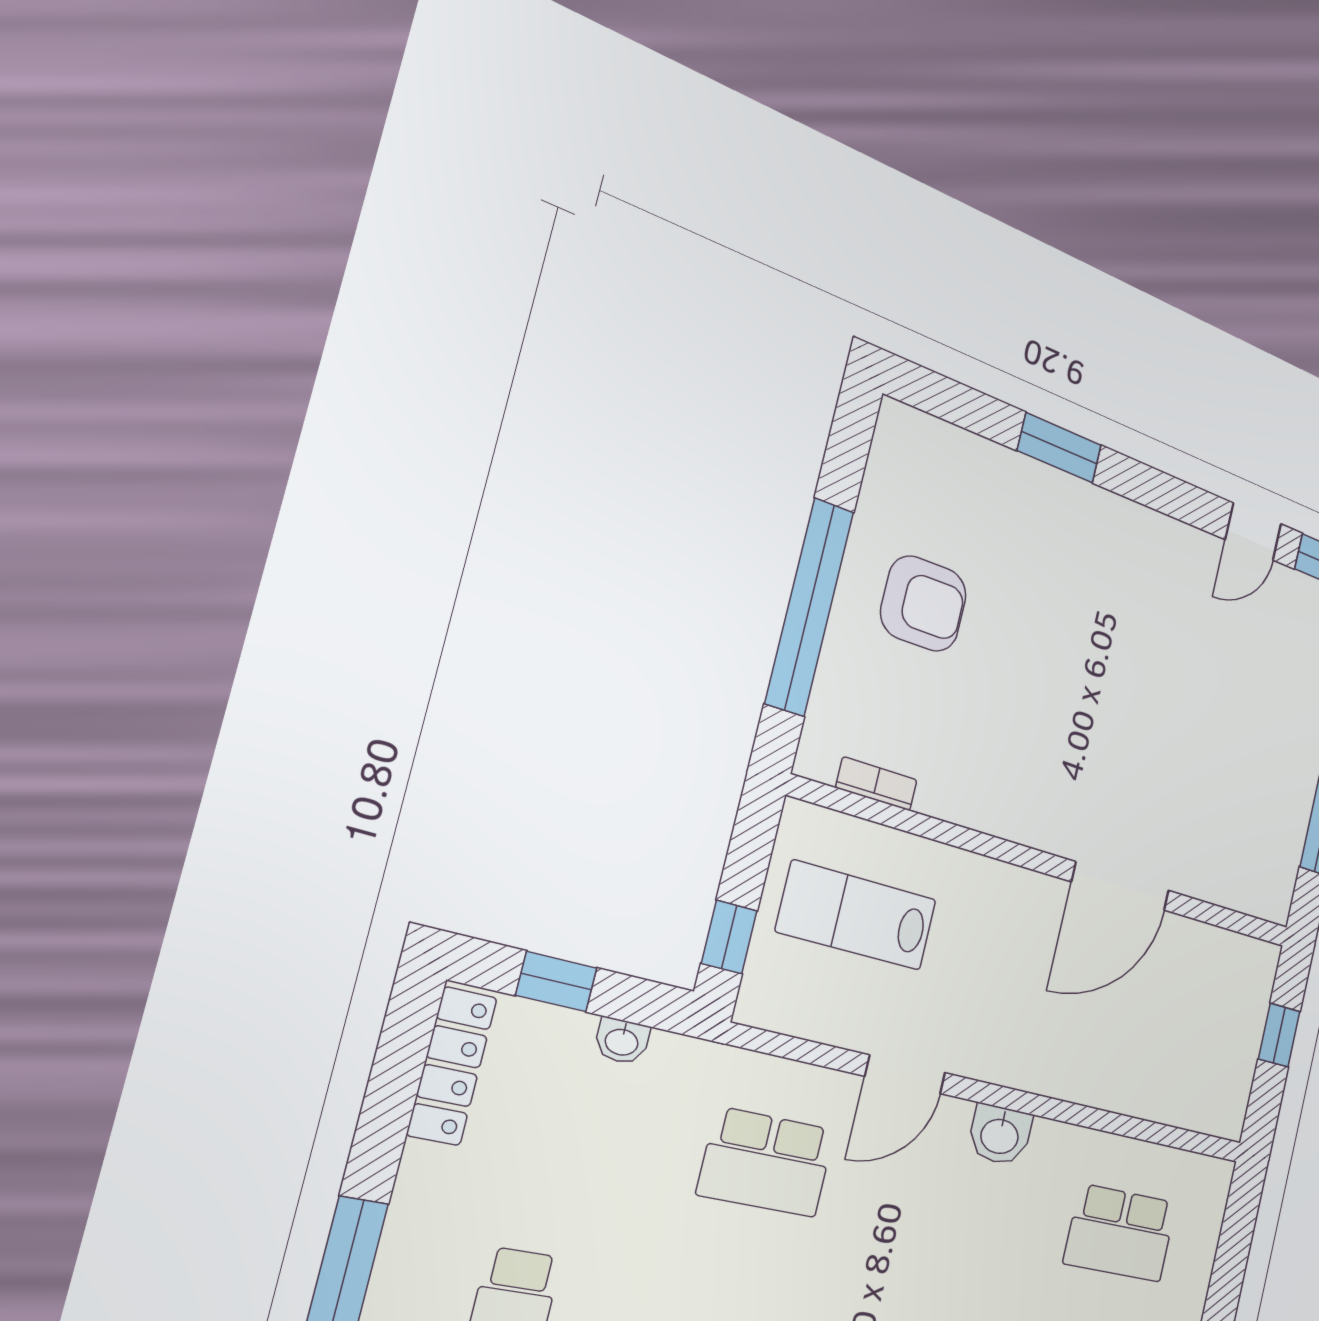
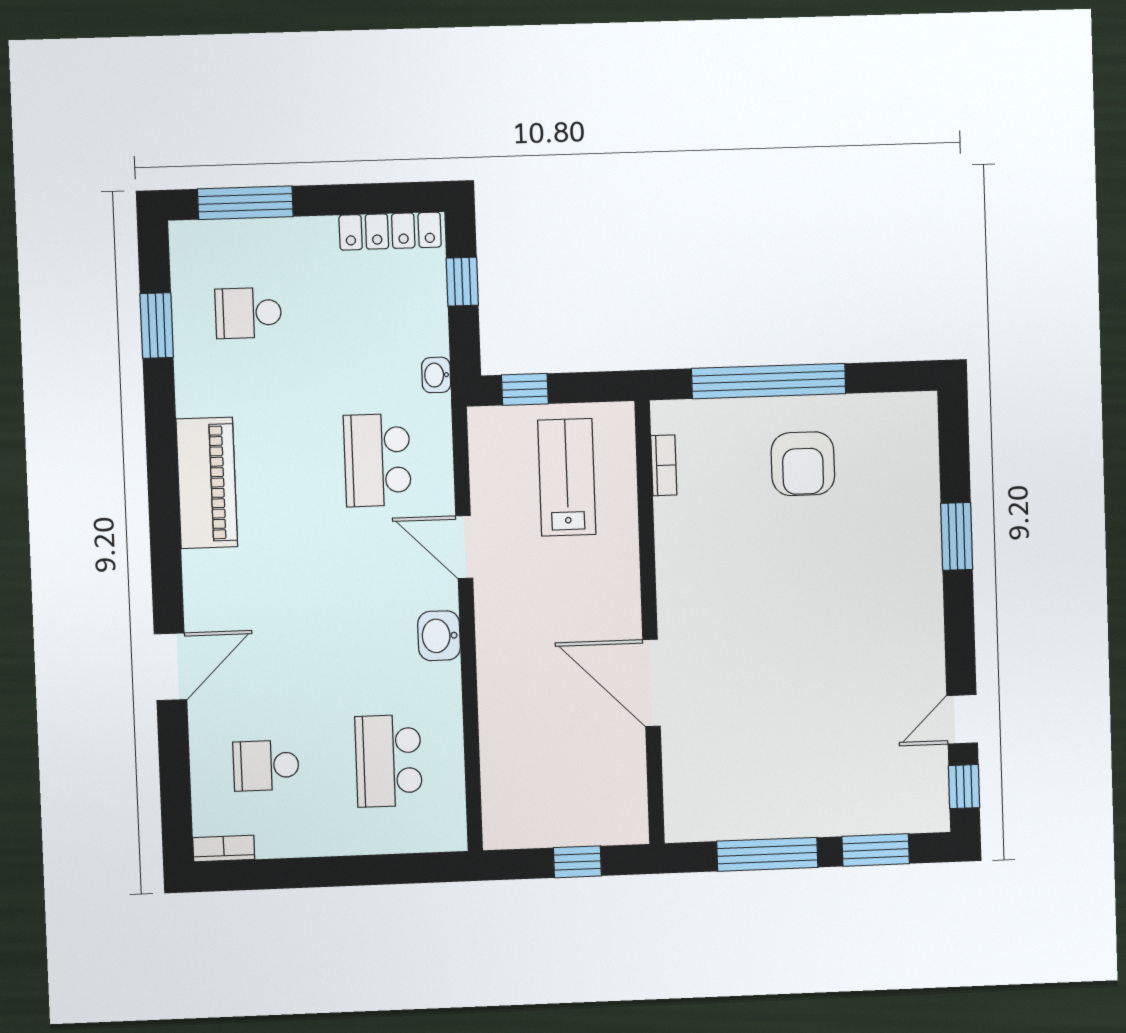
door: (1253, 532) -> (962, 719), hinge flipped
washbasin: (622, 1041) -> (436, 375), moved

